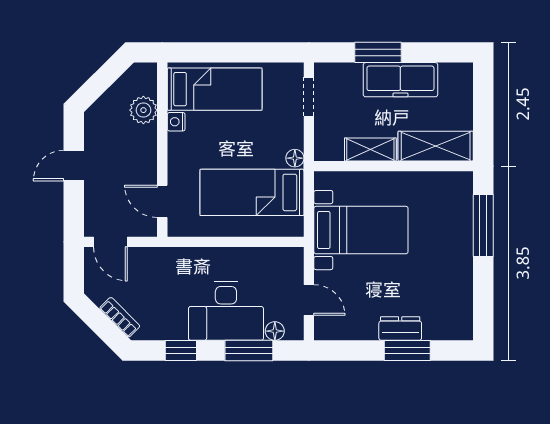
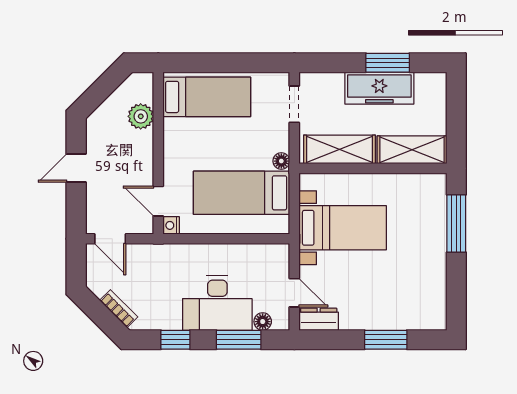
window: (378, 52) -> (388, 63), moved
nightstand: (176, 122) -> (171, 225), moved
shelving: (370, 149) -> (339, 149), width x1.50, depth x1.33
dresser: (400, 329) -> (319, 319), moved

